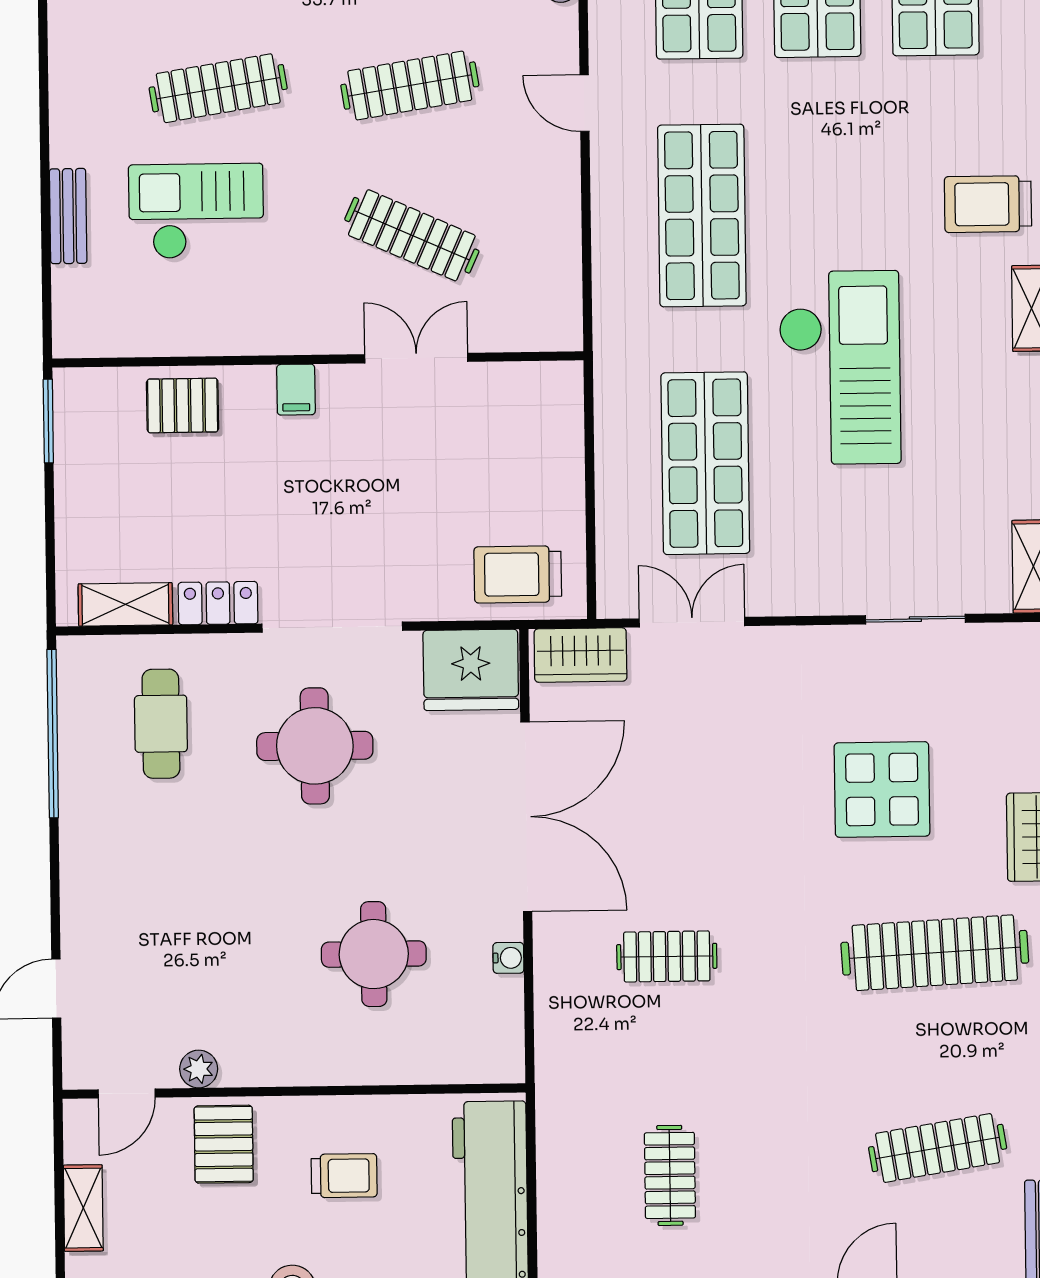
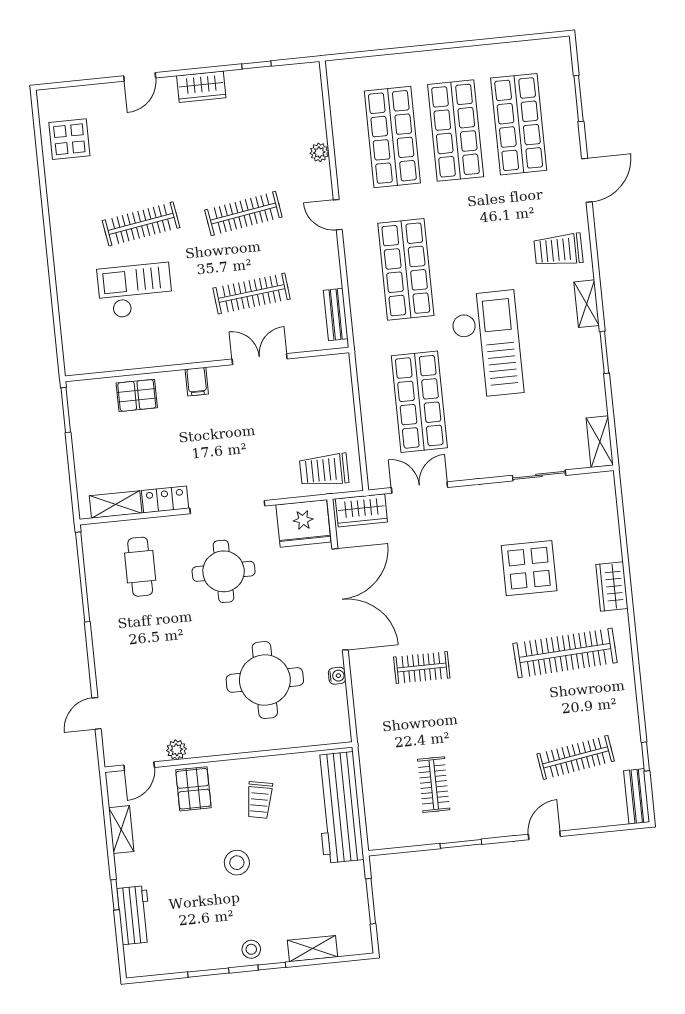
bench: (68, 216) -> (336, 315), moved
clothes rail: (412, 235) -> (252, 294), turned -30
round table: (374, 954) -> (265, 680), width x1.36, depth x1.36
trolley: (344, 1176) -> (259, 800), turned 101

